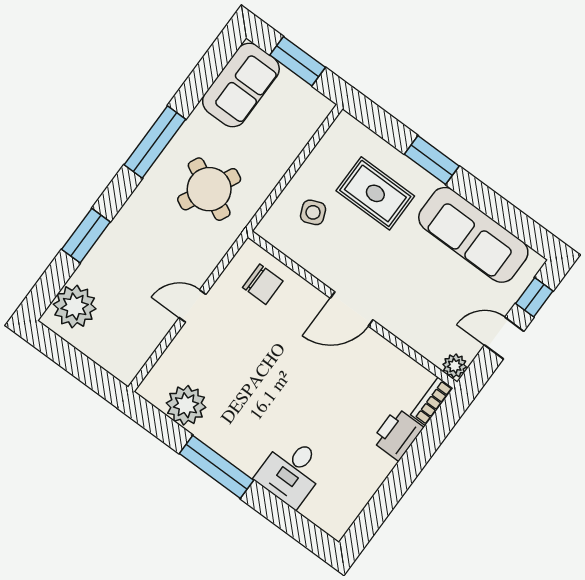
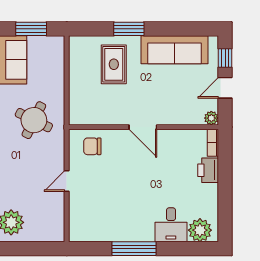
rug: (375, 193) -> (114, 64), turned 90
side table: (313, 212) -> (91, 95), removed
chair: (263, 284) -> (92, 146), turned 180
door: (352, 309) -> (143, 127), hinge flipped
plant: (186, 405) -> (200, 230), moved

